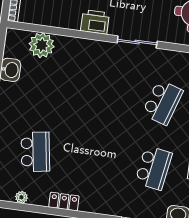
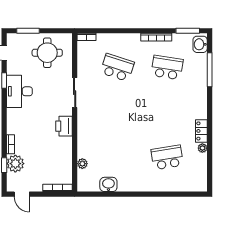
plant: (42, 45) -> (82, 164), width x0.53, depth x0.53
plant: (21, 197) -> (202, 148), moved

